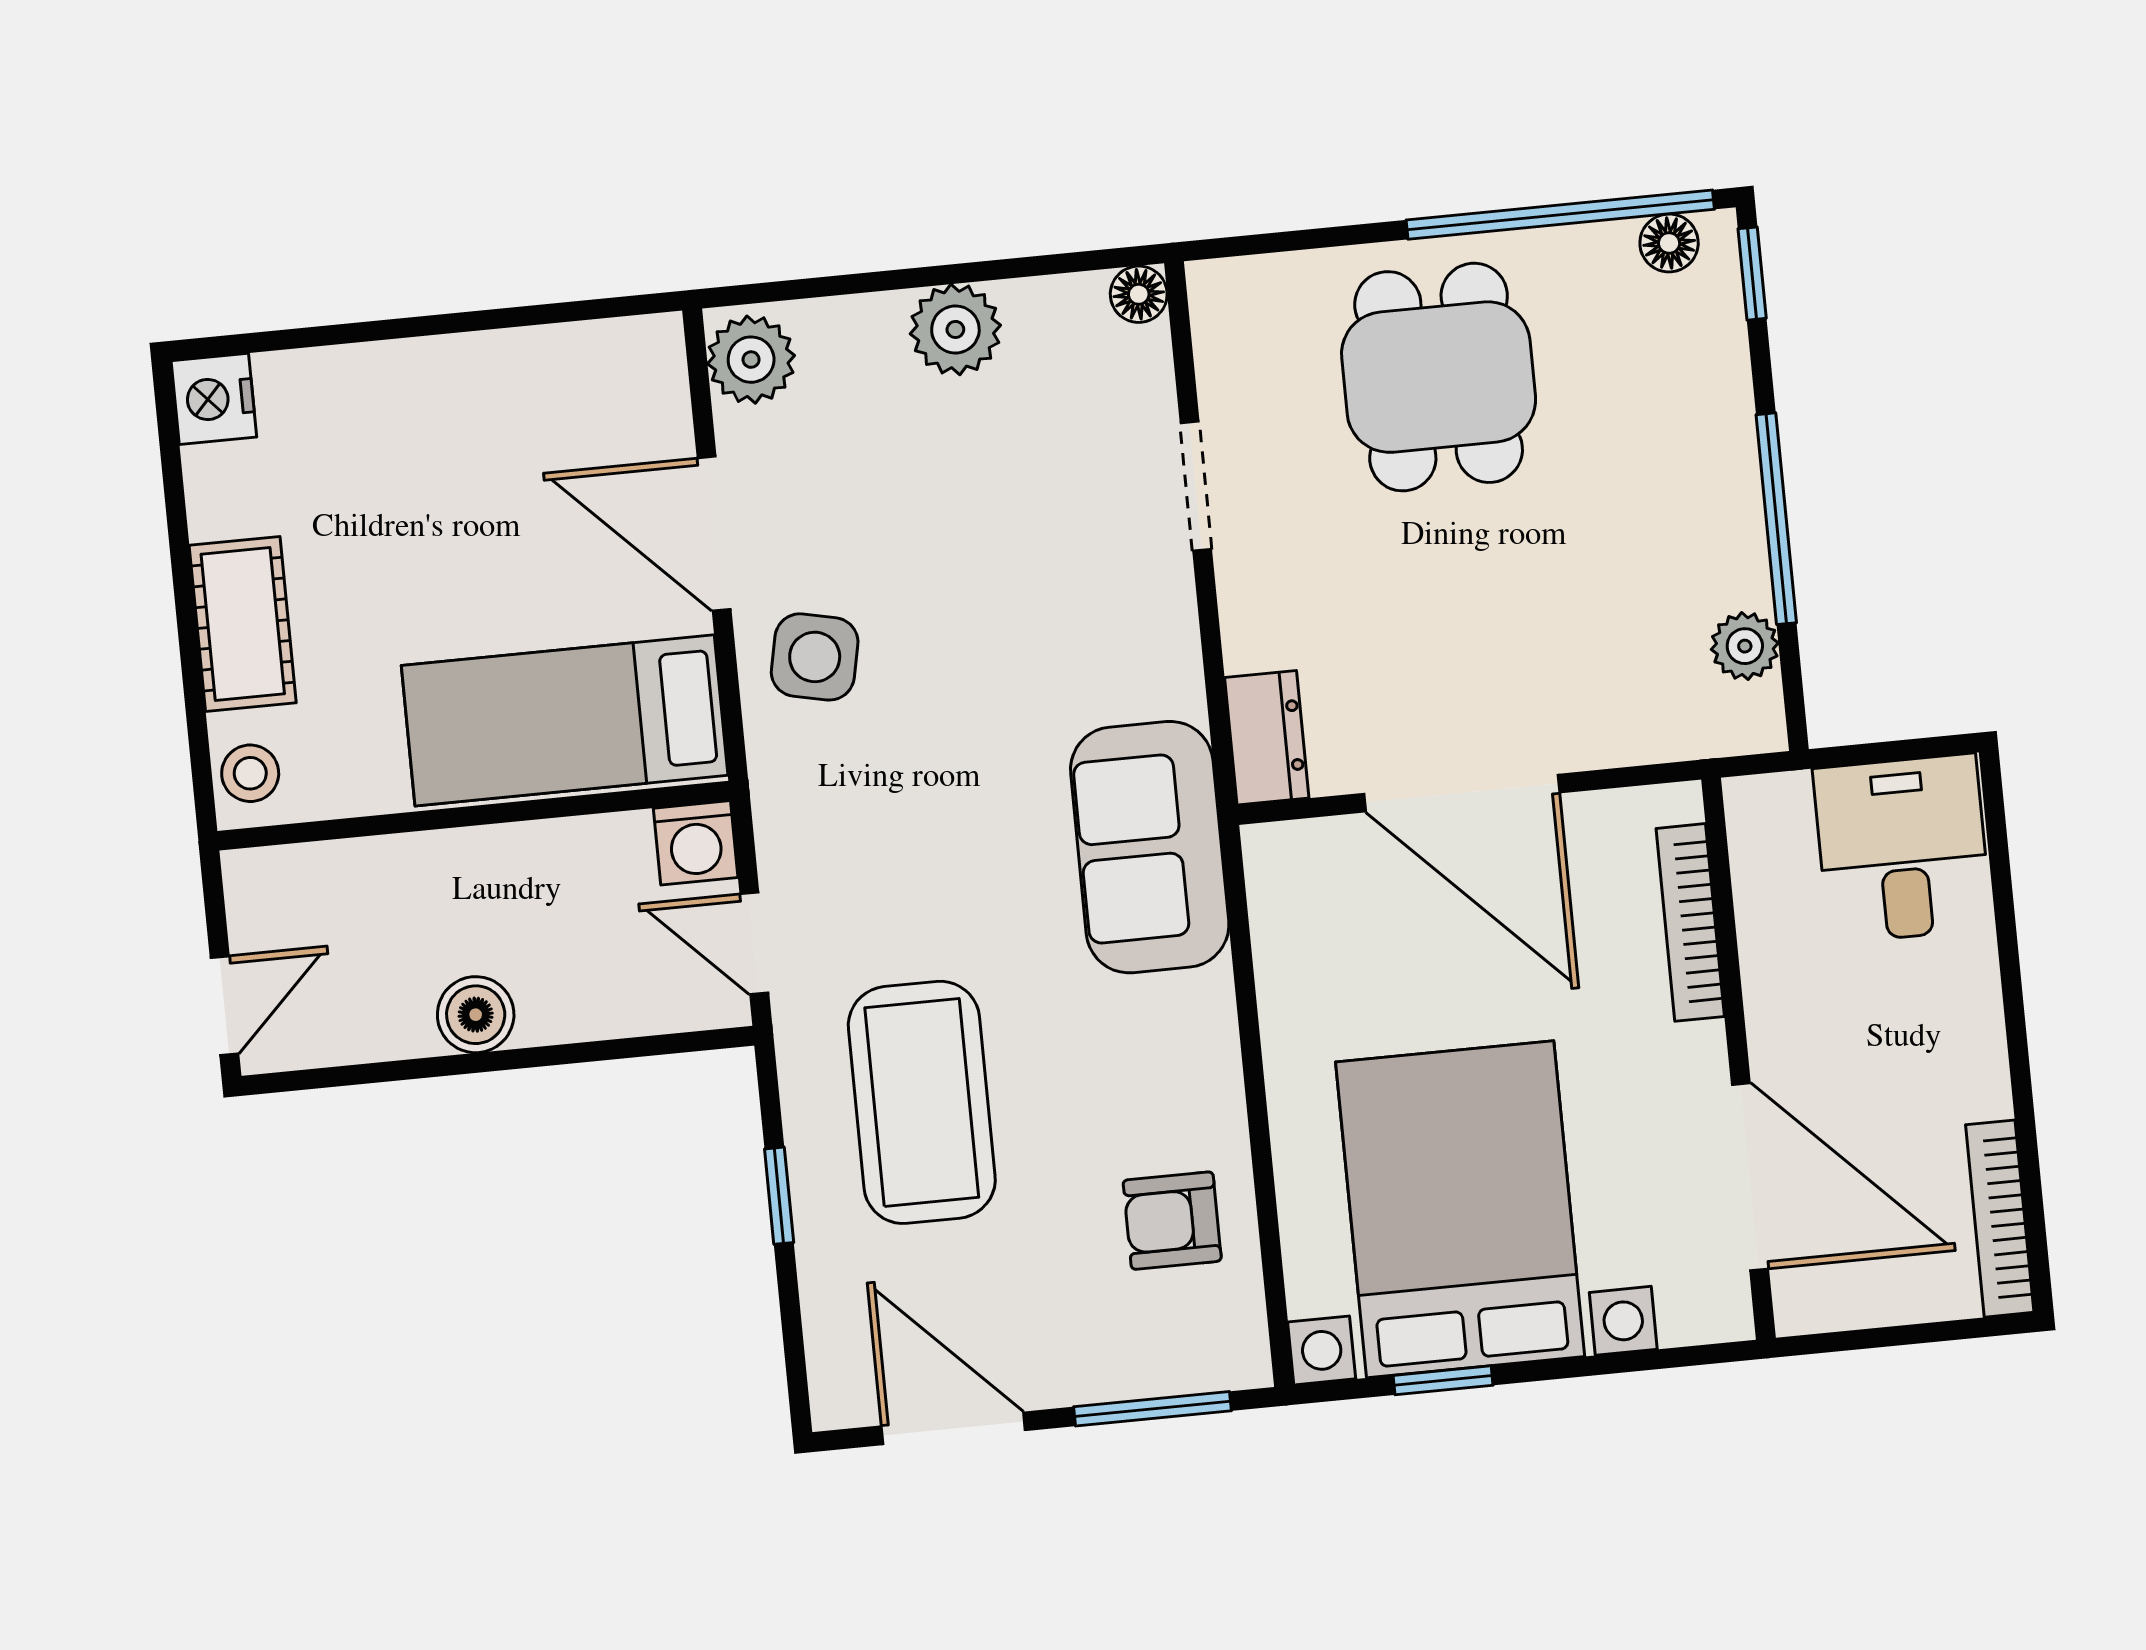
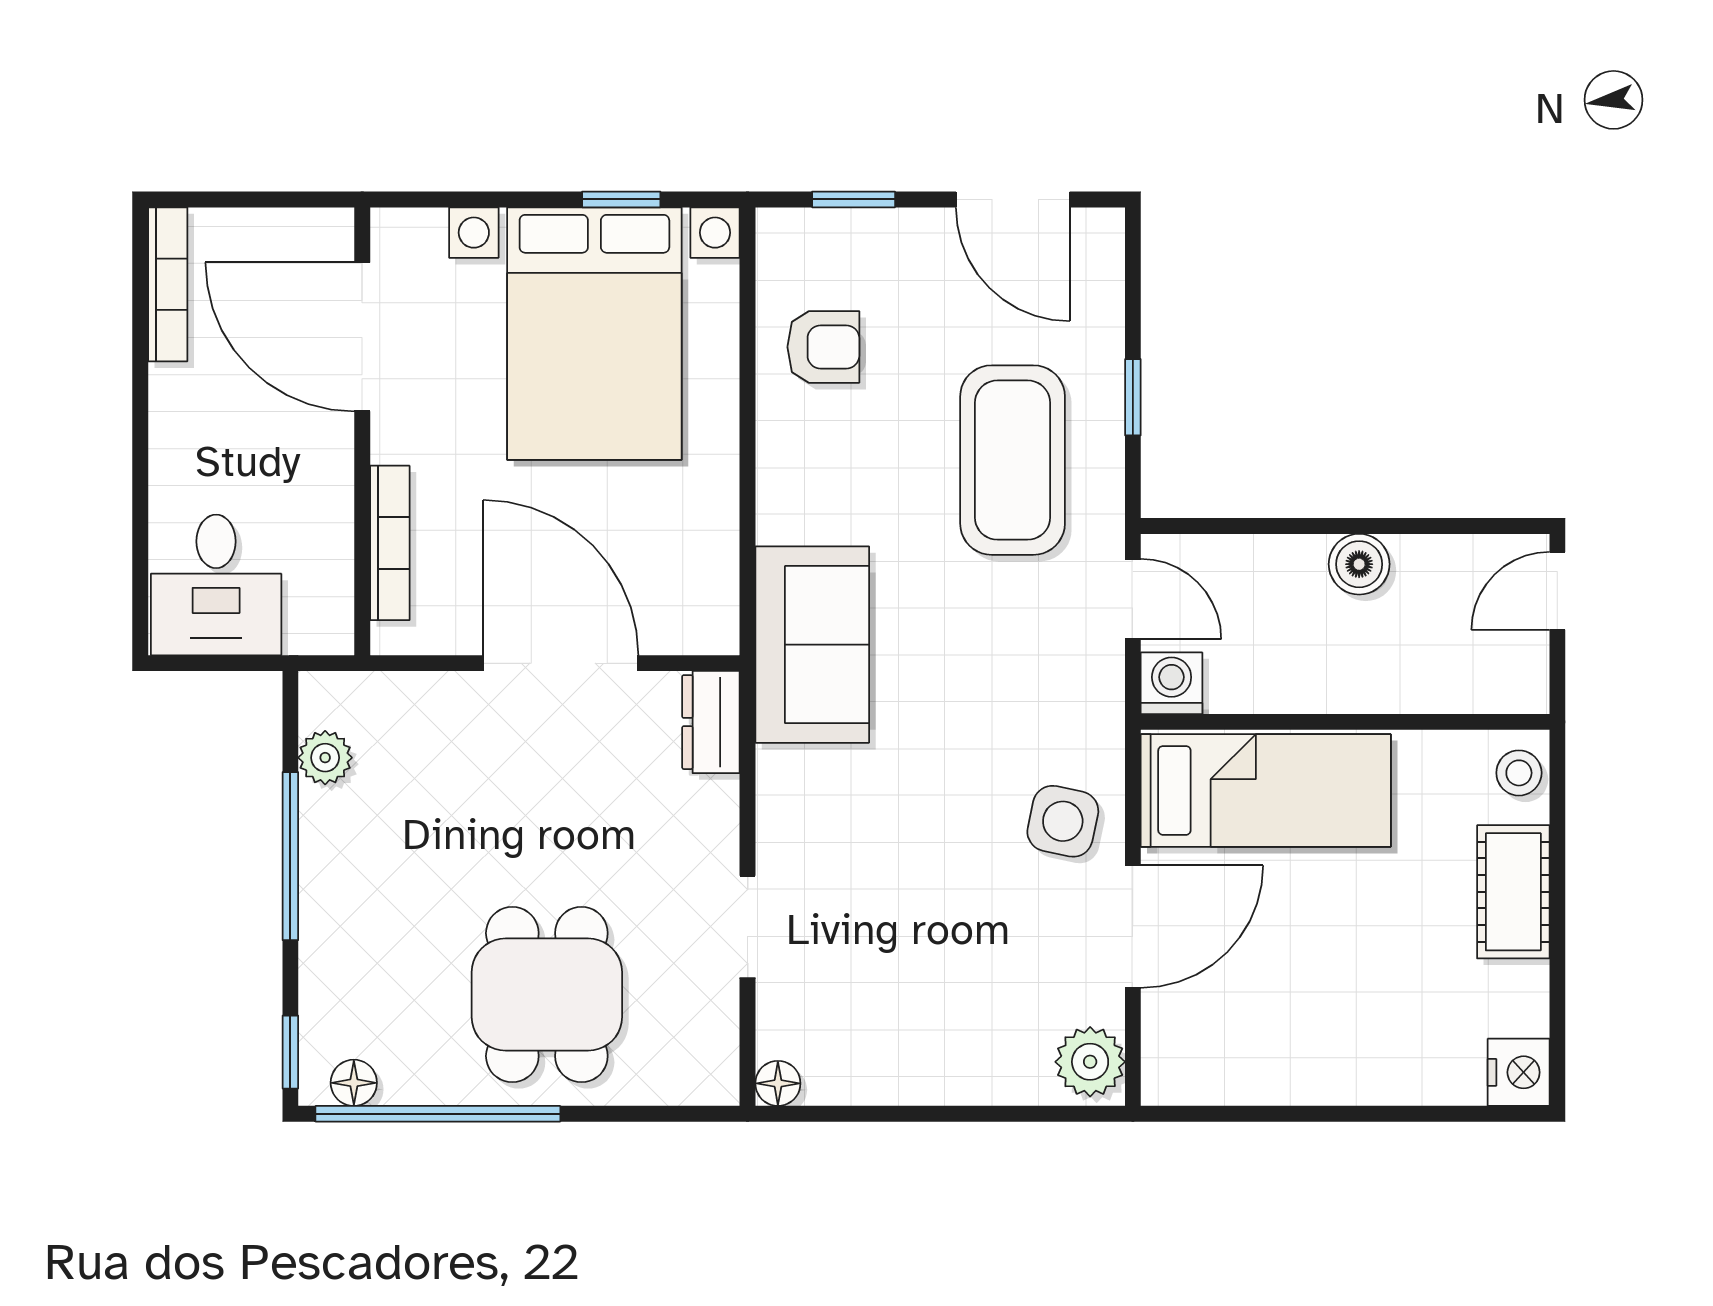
plant: (955, 329) -> (926, 1070), removed
door: (714, 534) -> (1133, 927), hinge flipped
window: (1153, 1409) -> (854, 199), width x0.67

